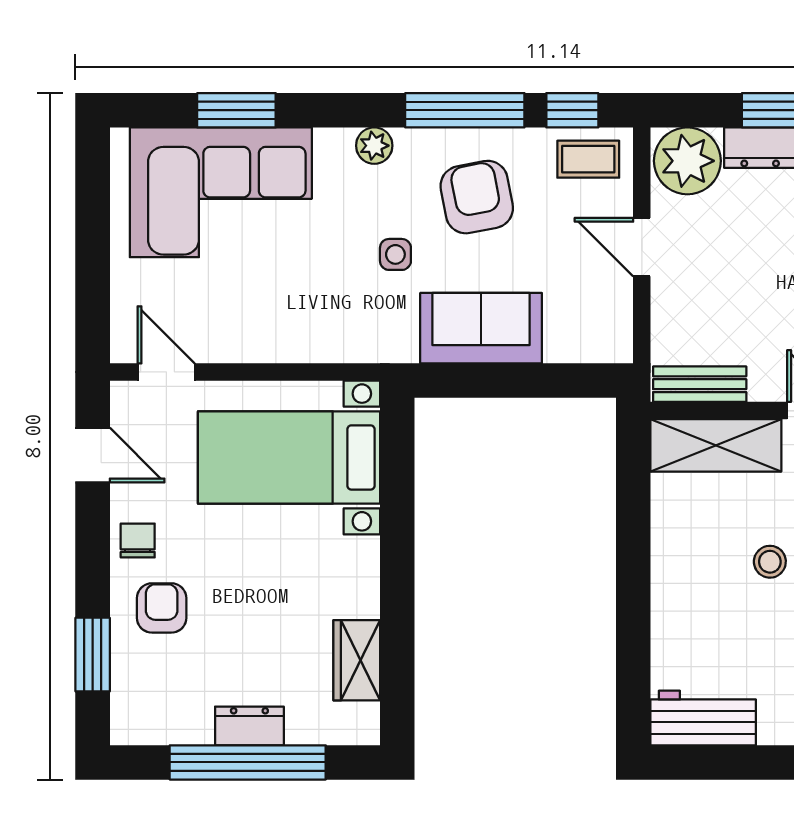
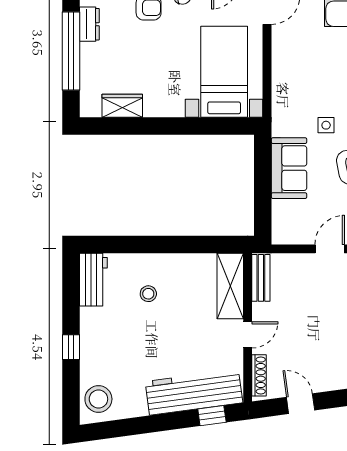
stool: (770, 562) -> (148, 294), moved
dresser: (249, 726) -> (89, 24), moved

